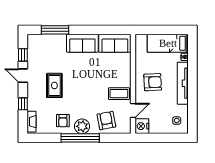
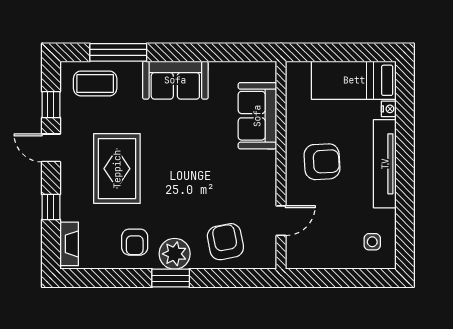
sofa: (115, 43) -> (257, 116), moved, turned 90
rug: (54, 85) -> (117, 169), width x1.36, depth x1.43
coffee table: (119, 94) -> (95, 83), moved
nightstand: (142, 126) -> (300, 253), removed
window: (80, 138) -> (171, 278), width x0.47

